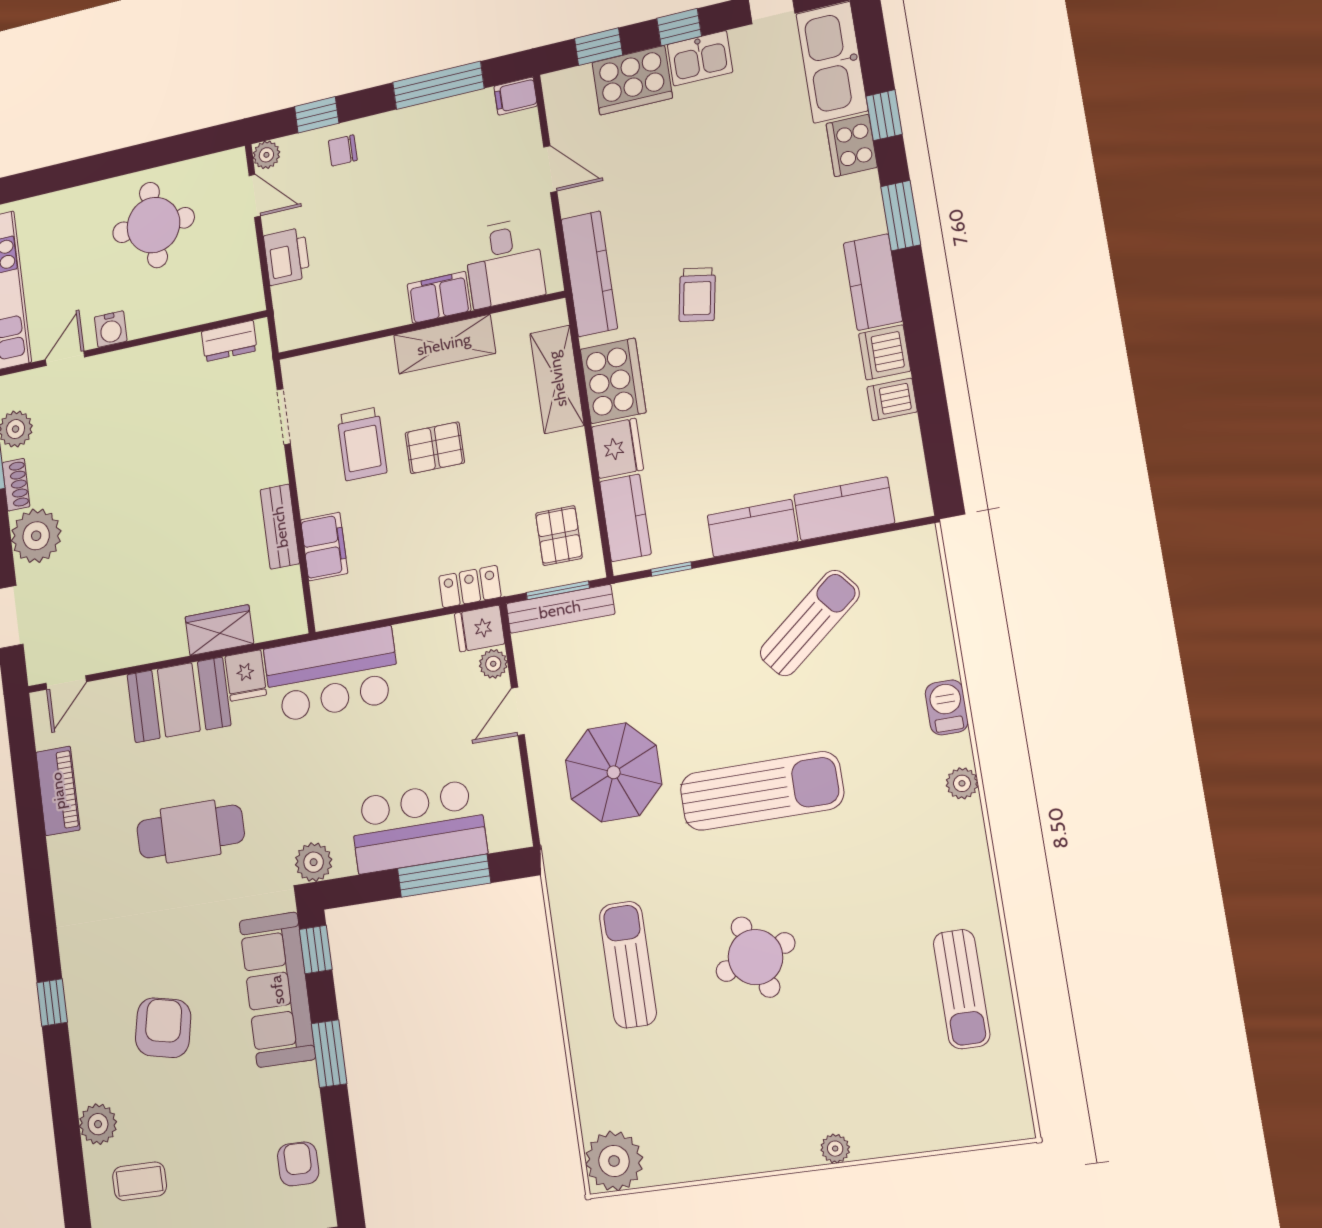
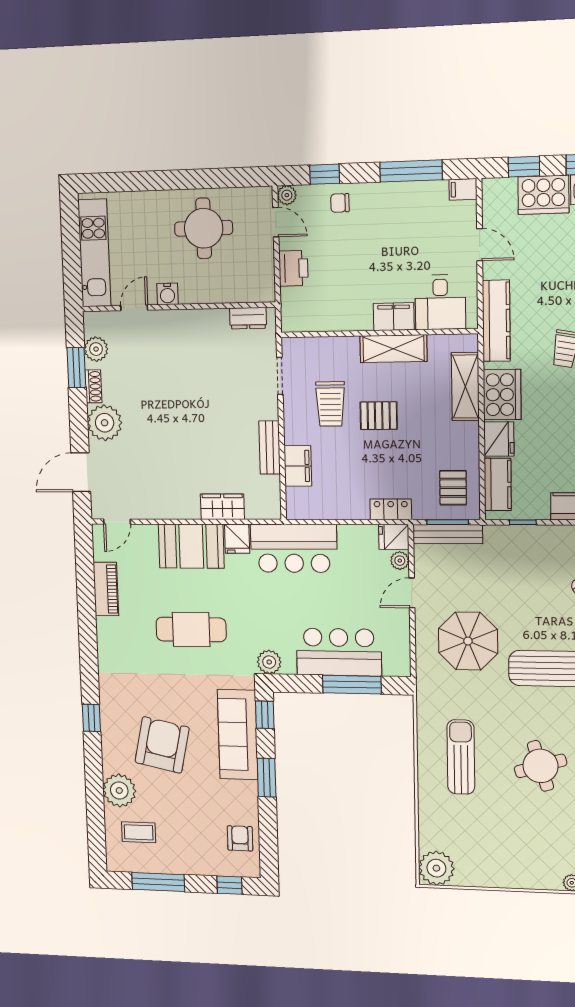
armchair: (163, 1028) -> (162, 745), width x1.36, depth x1.36
plant: (98, 1124) -> (119, 791), width x1.36, depth x1.36

